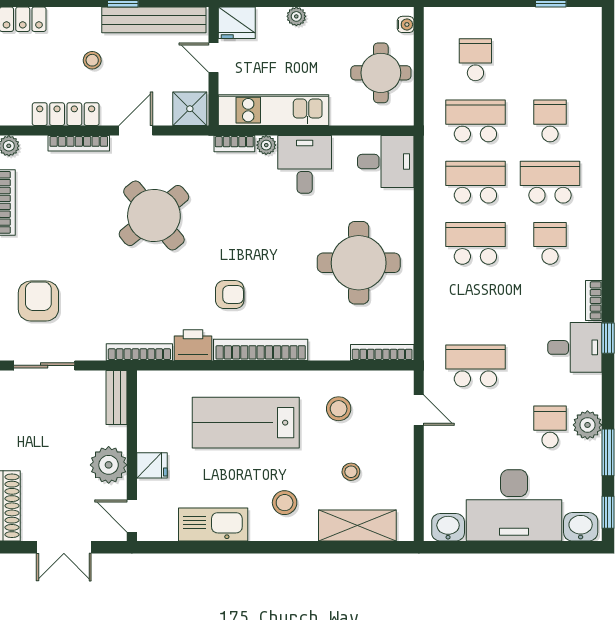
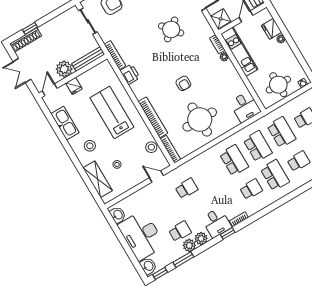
fridge: (237, 23) -> (272, 29), moved
desk: (305, 164) -> (225, 76), removed
round table: (154, 215) -> (171, 29), width x0.73, depth x0.73
armchair: (230, 295) -> (183, 83), moved
bookcase: (261, 350) -> (153, 117), moved
school desk: (475, 366) -> (187, 188), width x0.54
plant: (588, 395) -> (201, 239), added
bench: (117, 398) -> (88, 59), width x1.36
stool: (339, 409) -> (151, 147), moved
door: (419, 410) -> (156, 177), swing flipped

